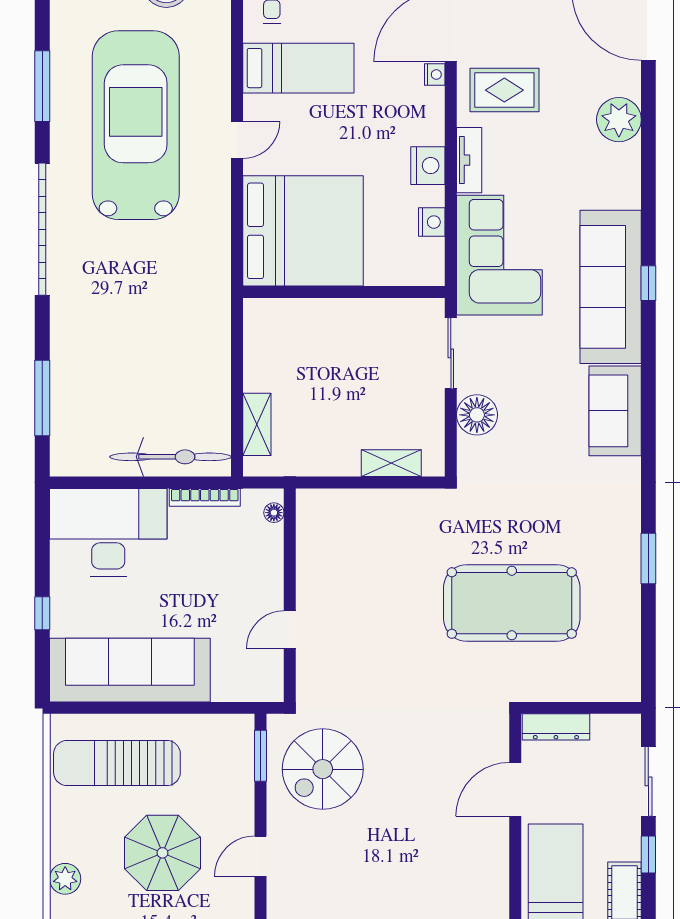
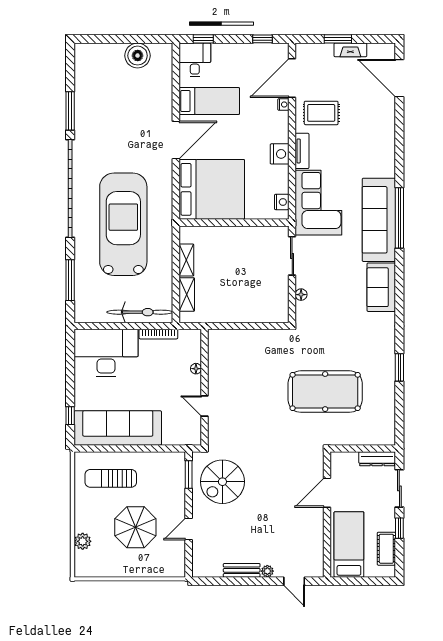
plant: (619, 120) -> (383, 129), removed
car: (136, 125) -> (123, 224), moved
door: (237, 140) -> (176, 140), width x1.88
nightstand: (432, 222) -> (282, 202), moved
garage door: (42, 229) -> (70, 189), width x1.36
window: (648, 283) -> (399, 218), width x3.17
floor lamp: (477, 415) -> (301, 295), width x0.53, depth x0.53
shelving: (391, 463) -> (186, 260), moved, turned 90
floor lamp: (274, 513) -> (196, 369), moved
window: (42, 613) -> (70, 416), moved
door: (290, 630) -> (205, 406), hinge flipped
dresser: (556, 727) -> (377, 459), moved
sun lounger: (117, 763) -> (111, 478), width x0.73, depth x0.75

